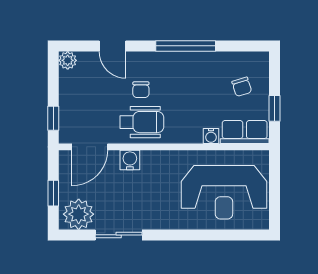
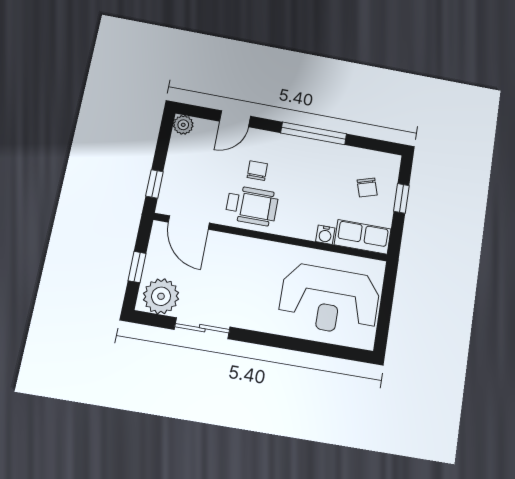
door: (112, 46) -> (235, 119), hinge flipped
chair: (141, 90) -> (257, 171), turned 180
window: (274, 108) -> (401, 198), moved
door: (90, 147) -> (189, 223), hinge flipped
water cooler: (130, 160) -> (231, 245), removed

